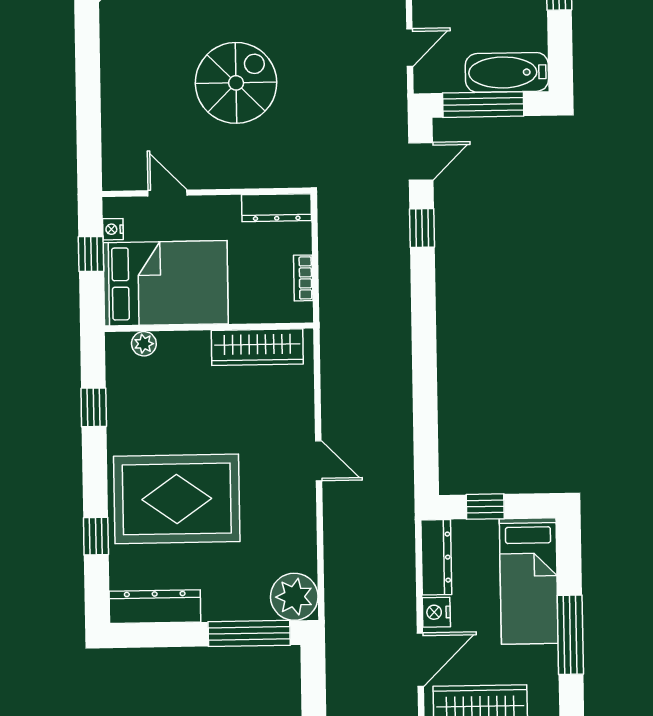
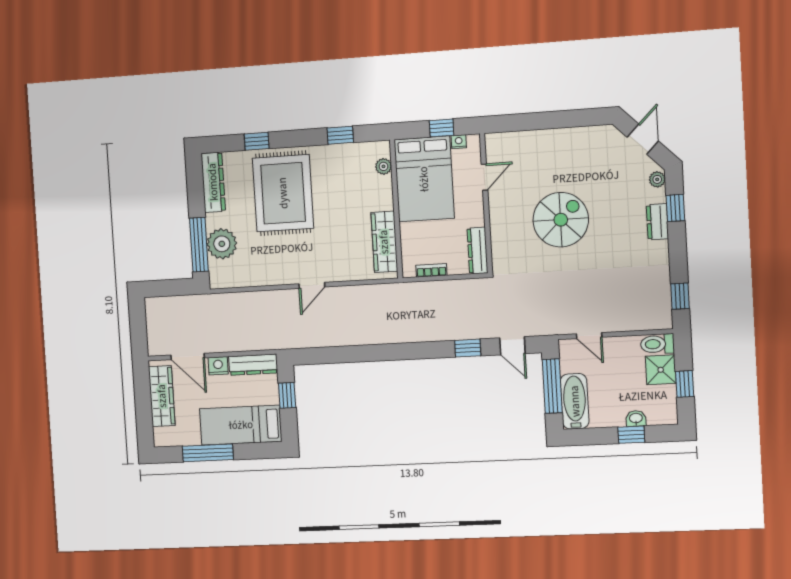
spiral stairs: (236, 83) -> (561, 220), turned -90
plant: (294, 597) -> (222, 244), moved

